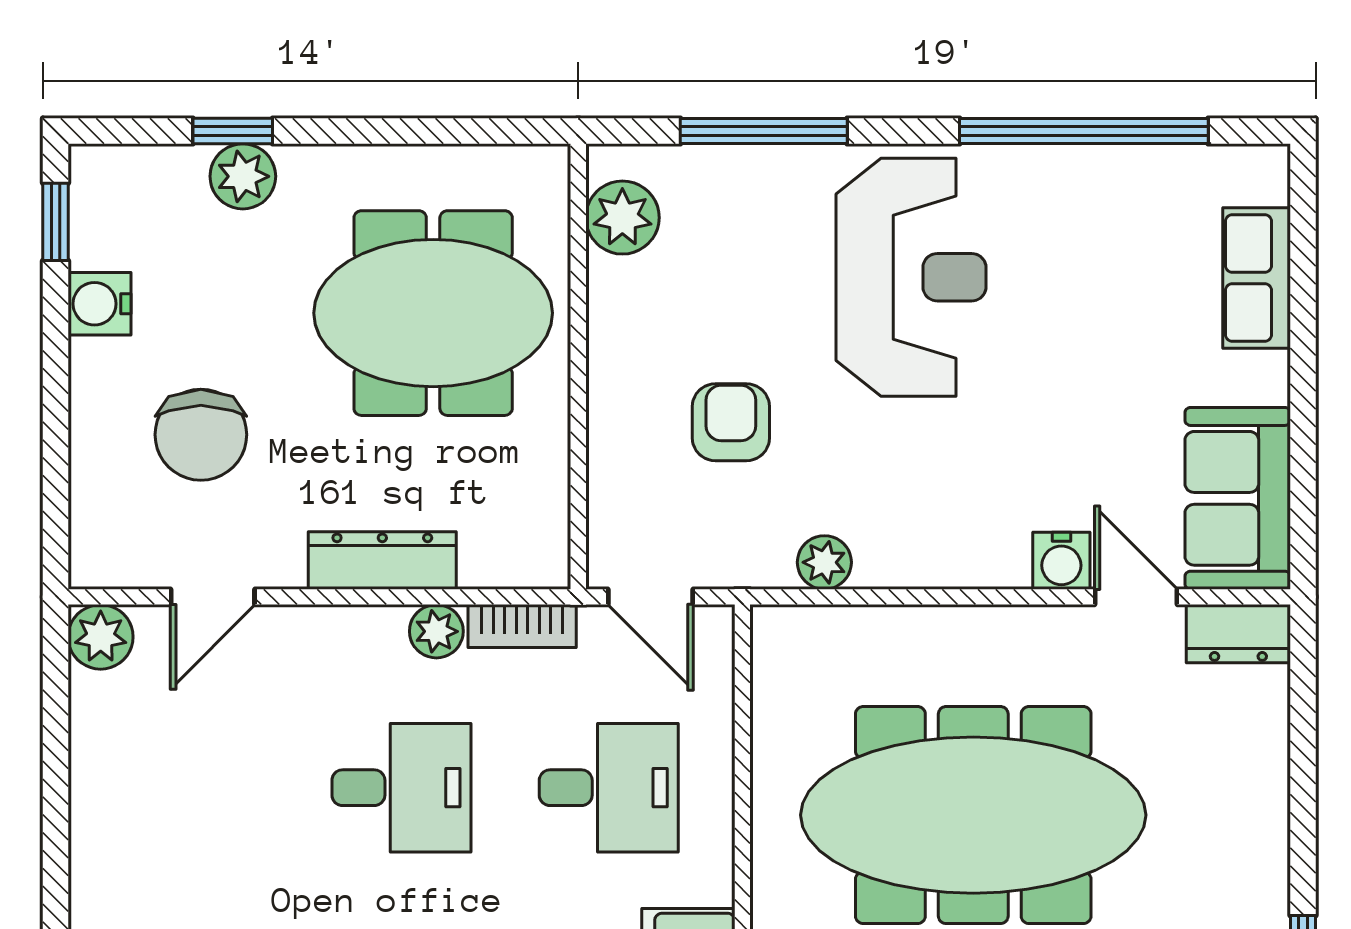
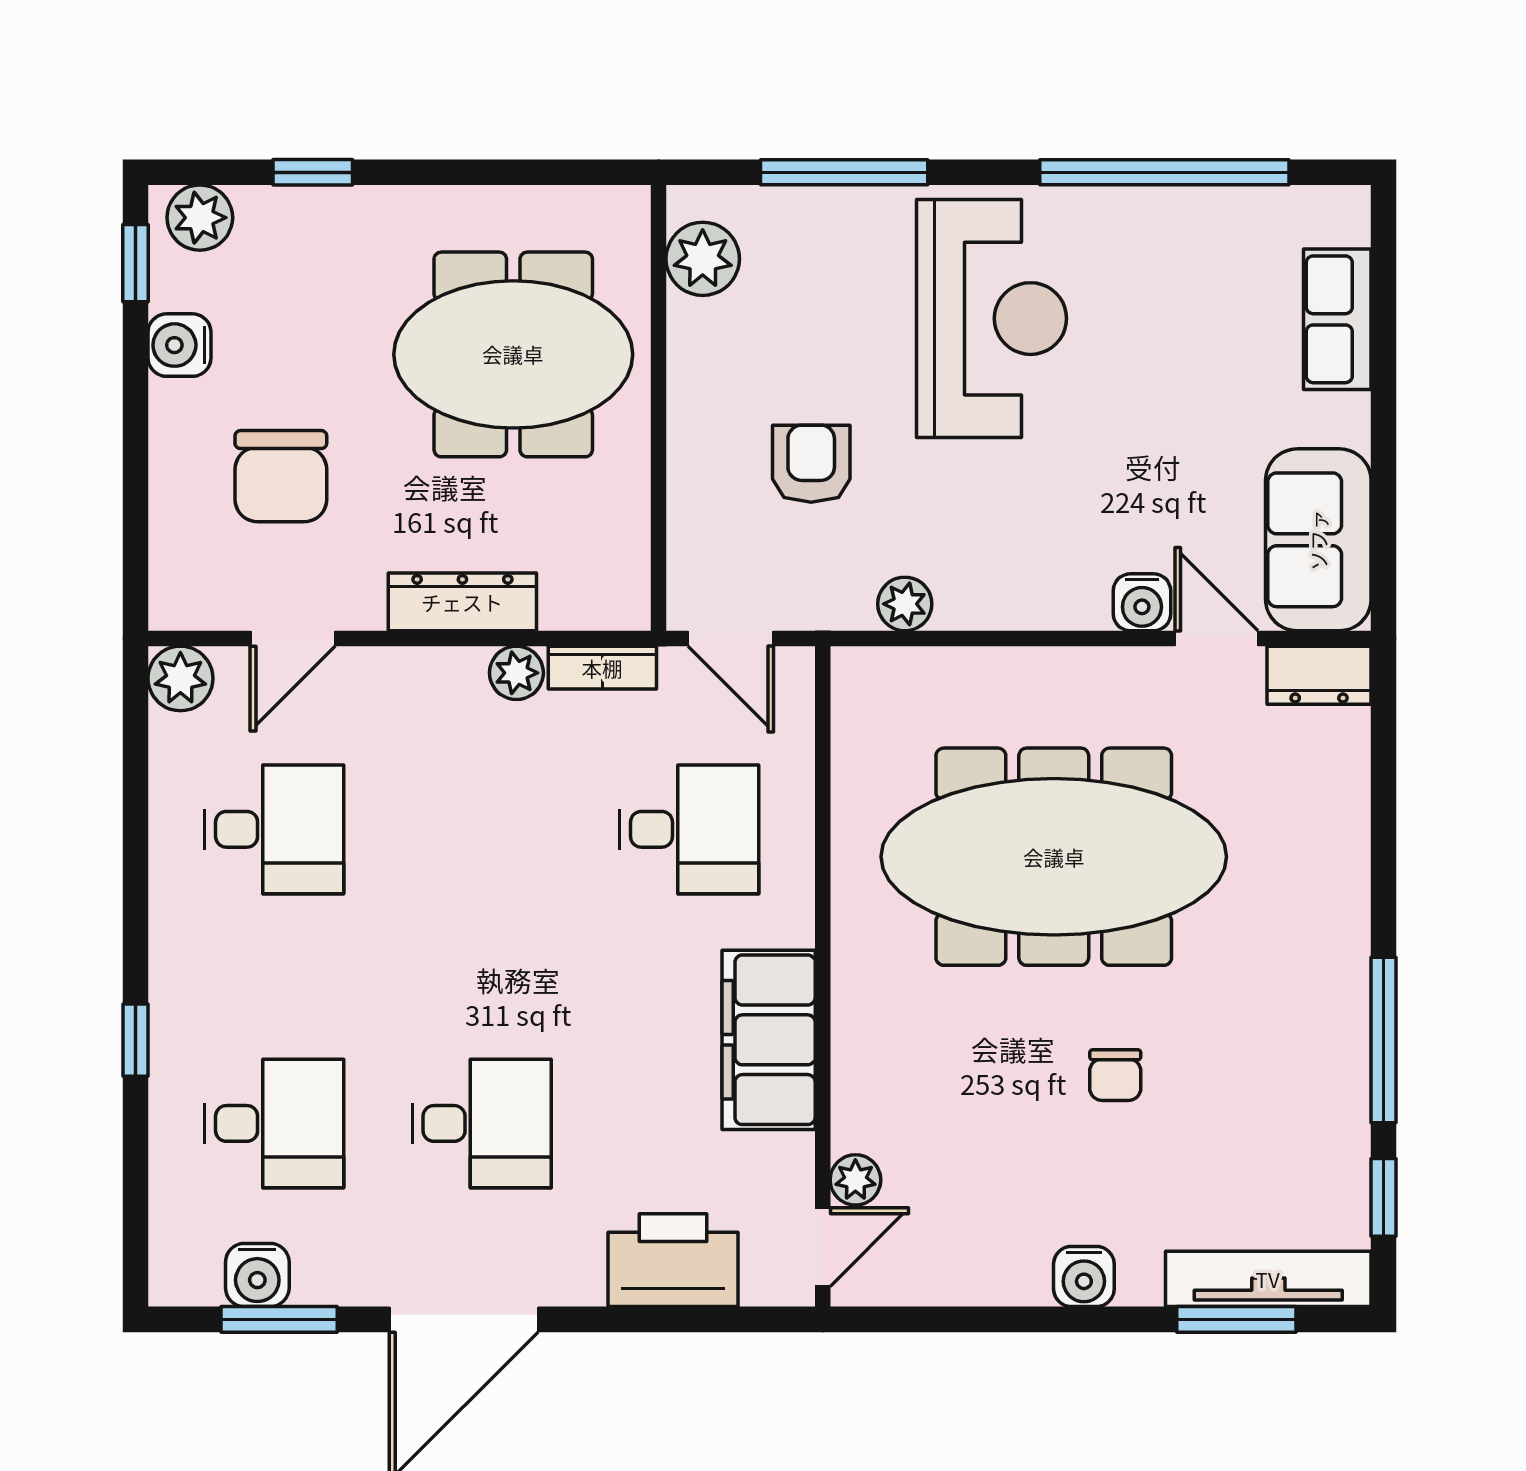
plant: (243, 176) -> (200, 218), moved
desk: (401, 788) -> (274, 829), moved

